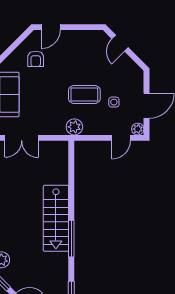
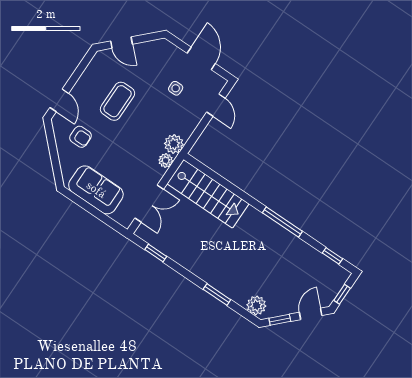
coffee table: (84, 94) -> (118, 101), moved
plant: (138, 129) -> (166, 161), moved
stairs: (56, 218) -> (208, 194), moved

